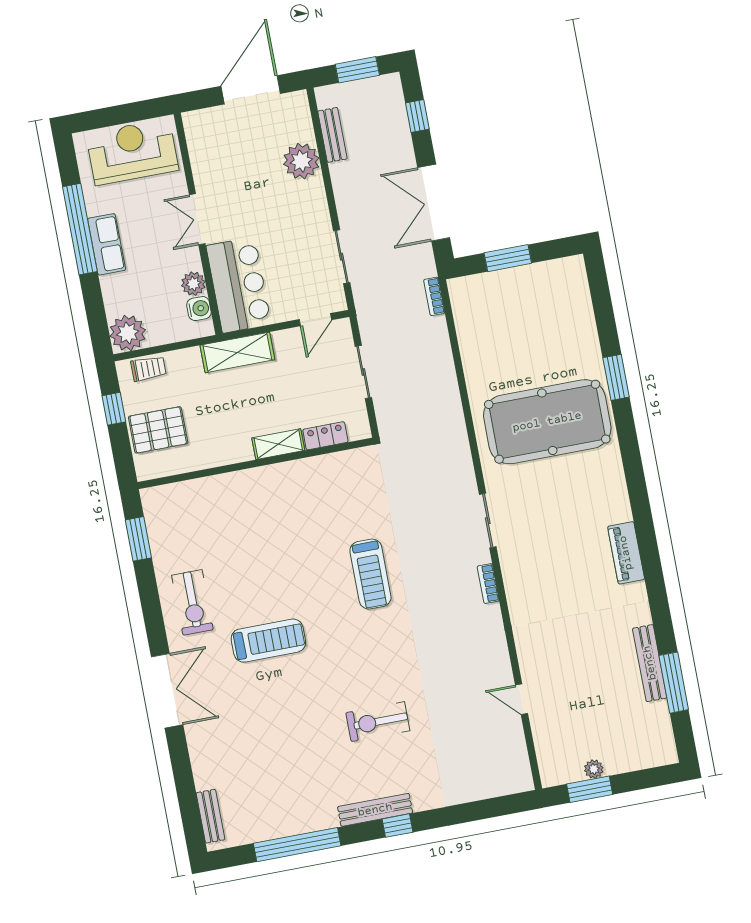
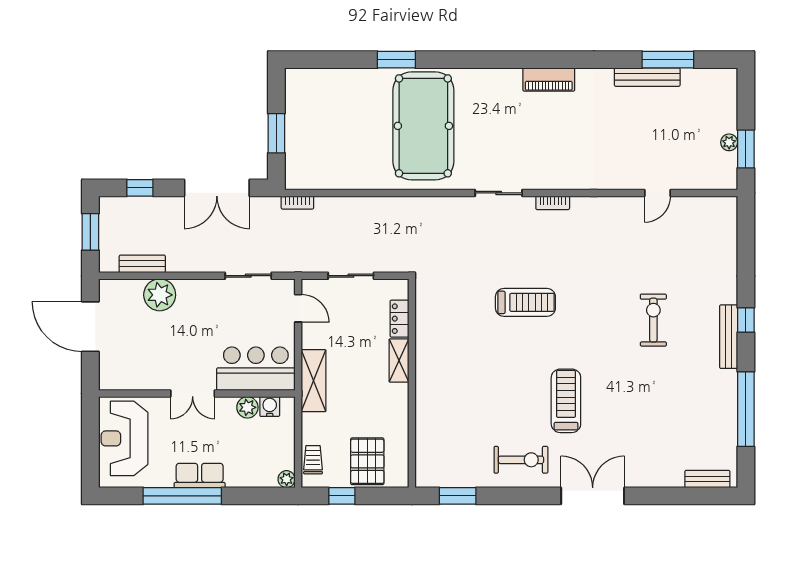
plant: (128, 333) -> (287, 479), width x0.53, depth x0.53
exercise bike: (378, 722) -> (653, 320), turned 180

